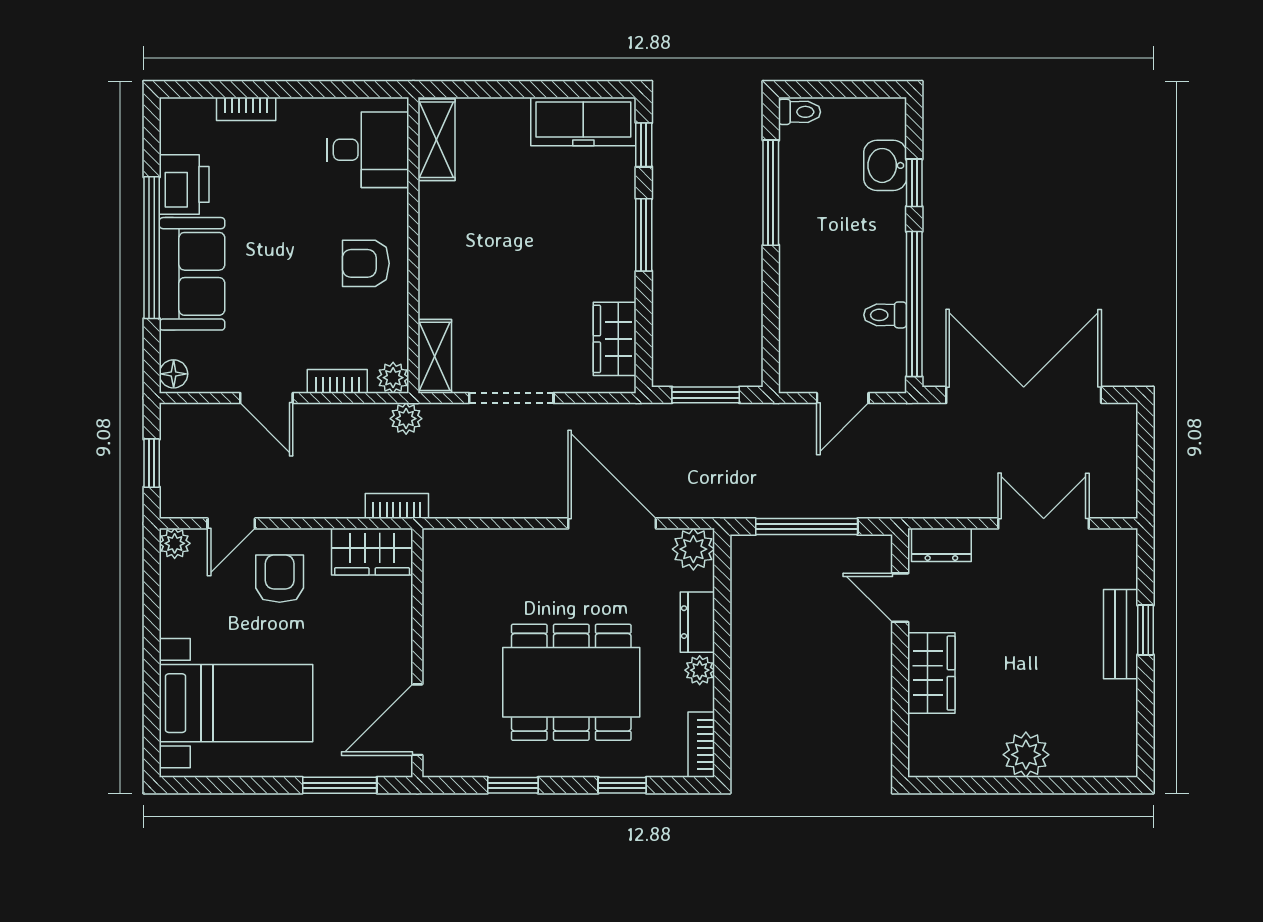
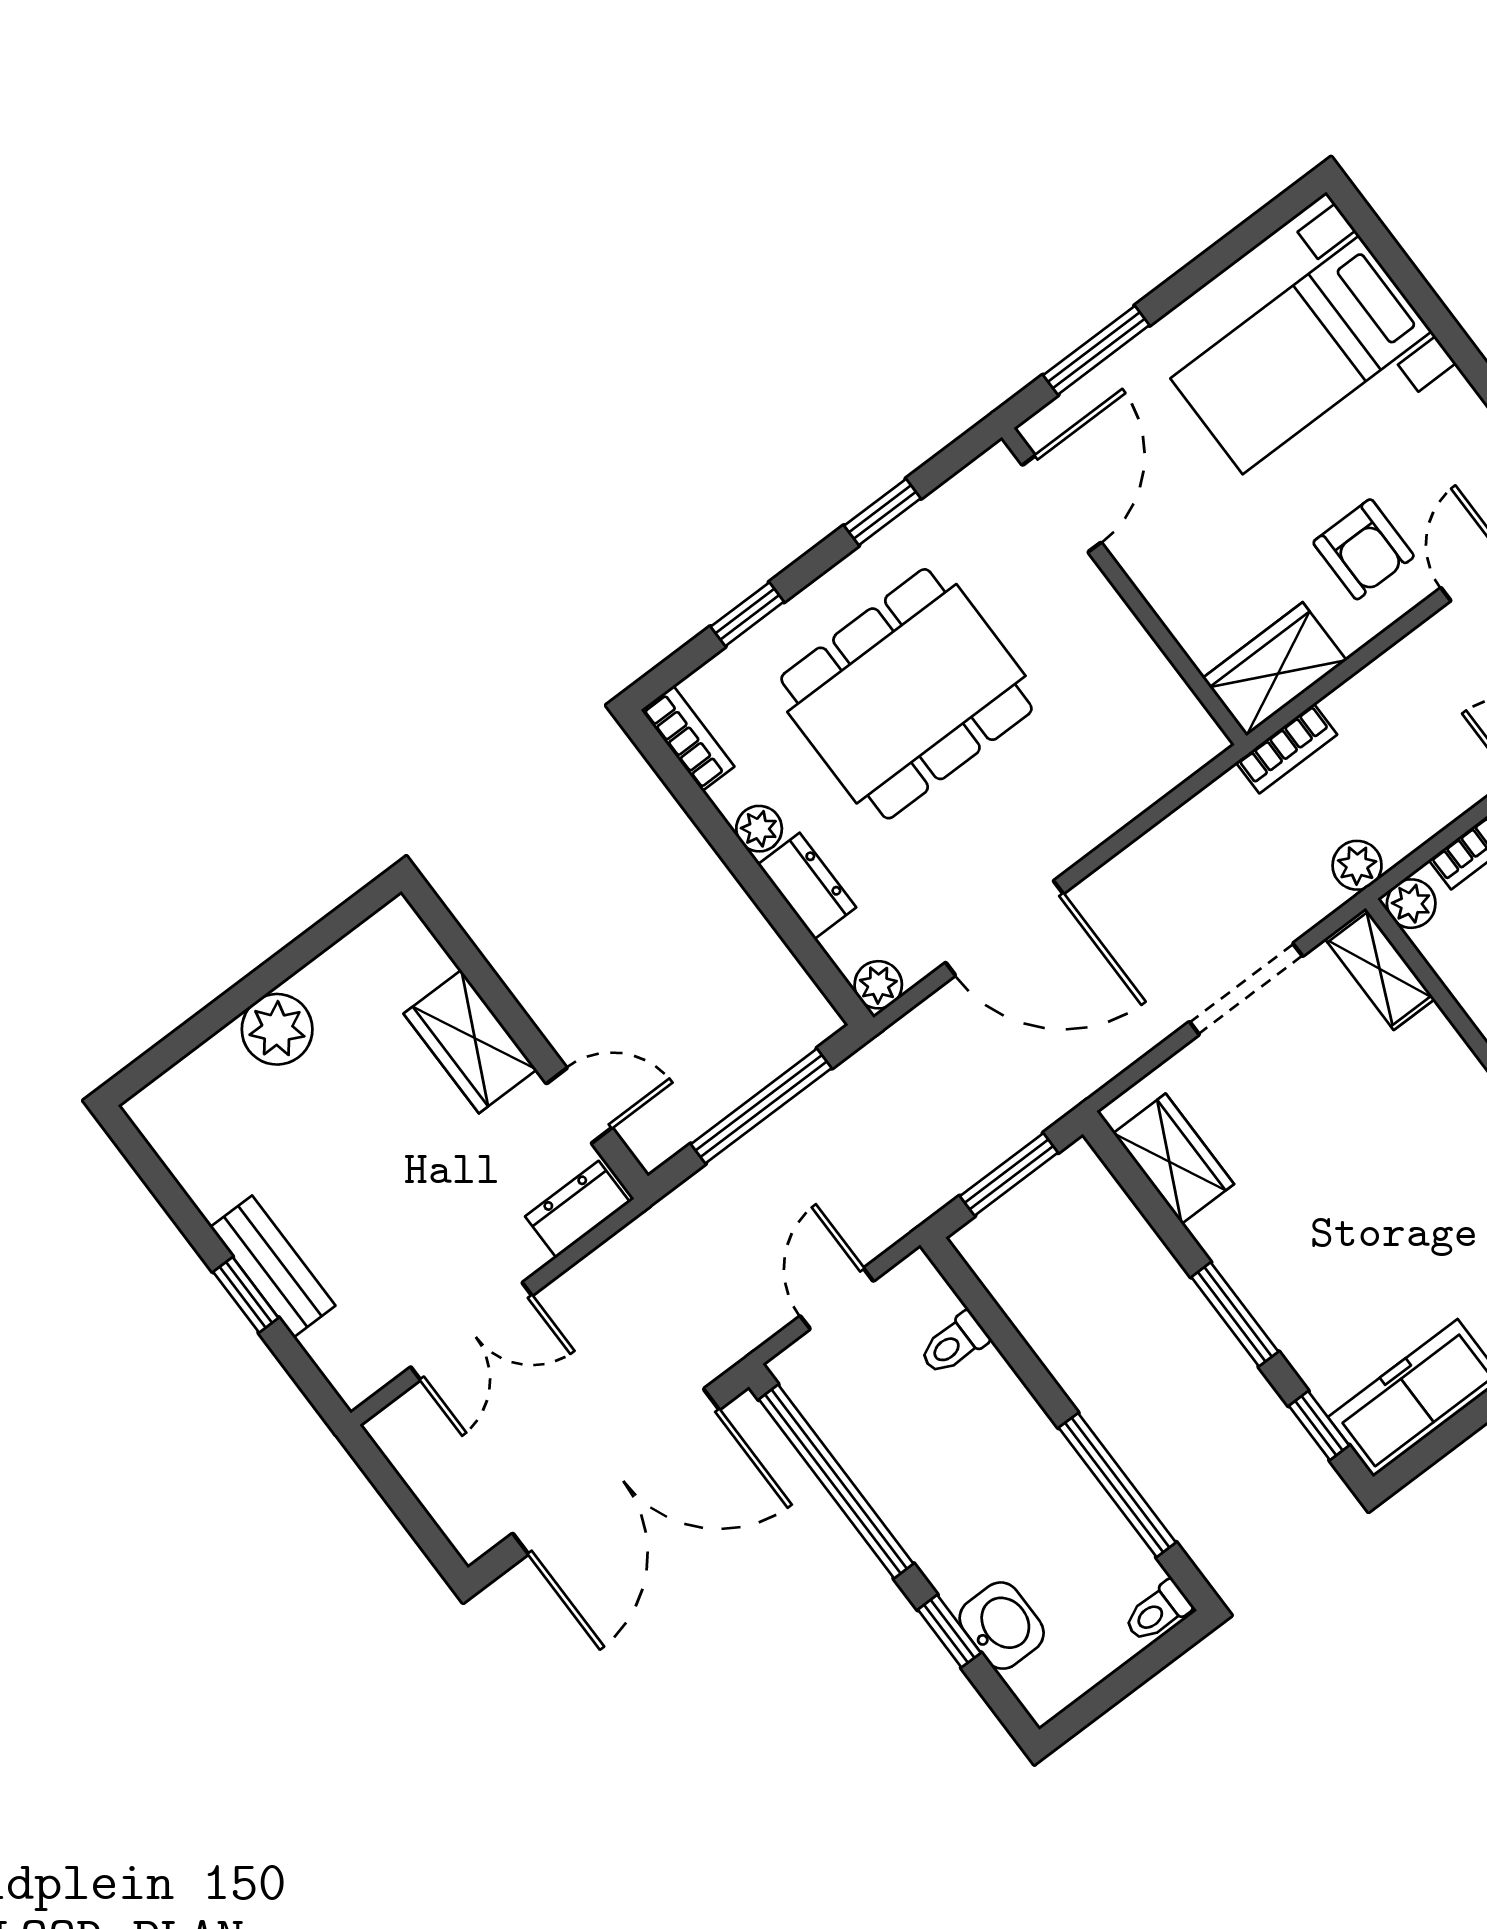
toilet: (885, 315) -> (954, 1344), moved, turned 180
plant: (693, 549) -> (878, 985), width x0.73, depth x0.73

